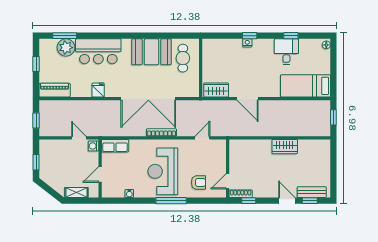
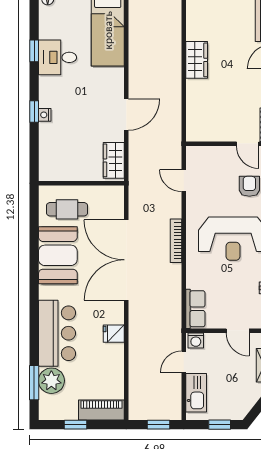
piano: (55, 90) -> (101, 410), moved, turned 90
double door: (148, 99) -> (126, 260), swing flipped
kitchen sink: (58, 146) -> (196, 393), added

